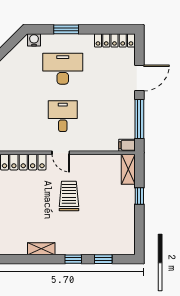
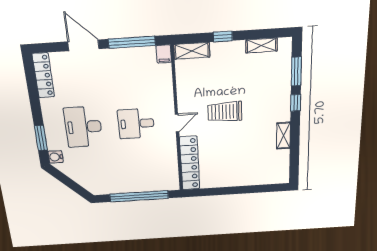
window: (66, 29) -> (41, 138), moved
shelving: (129, 229) -> (262, 45), added
window: (103, 259) -> (296, 71), width x1.50

